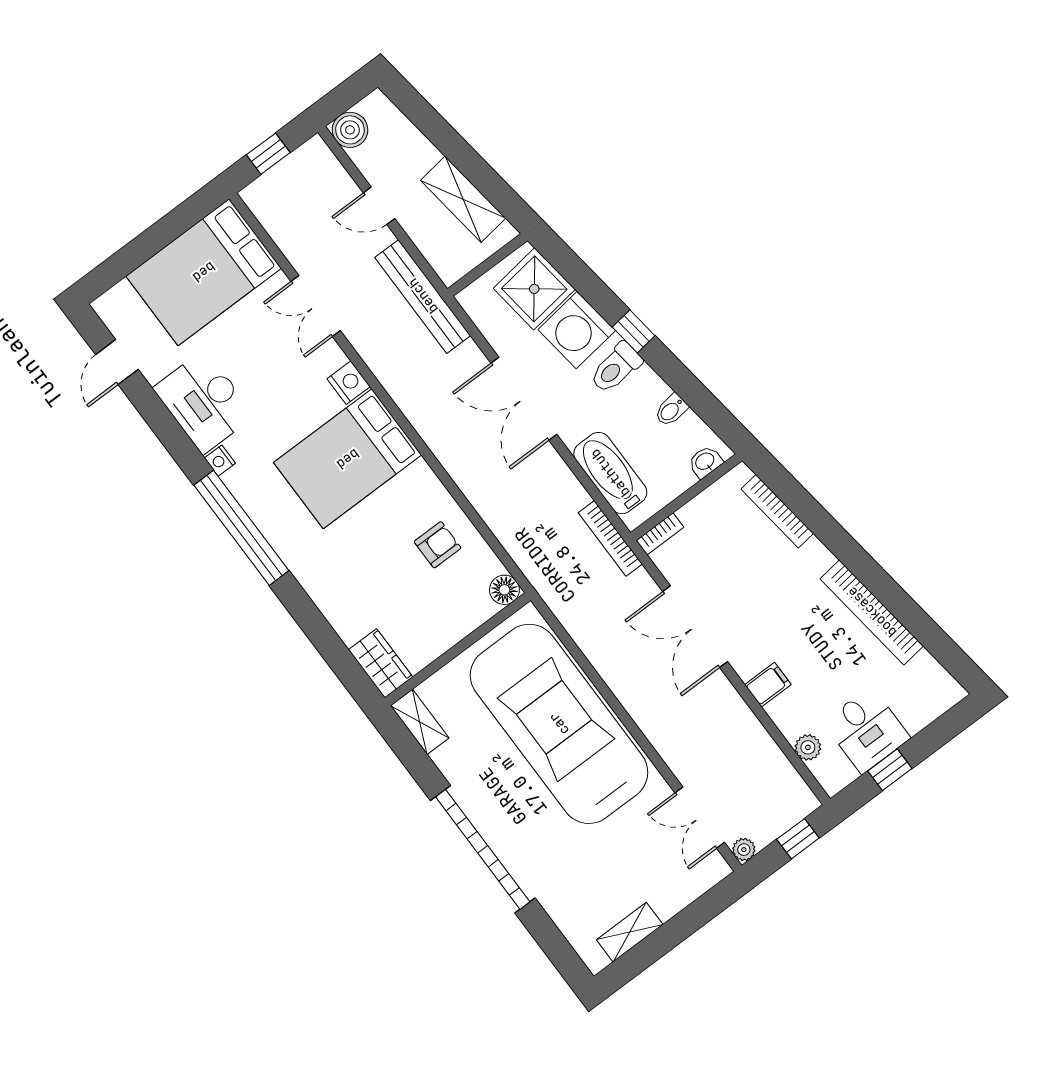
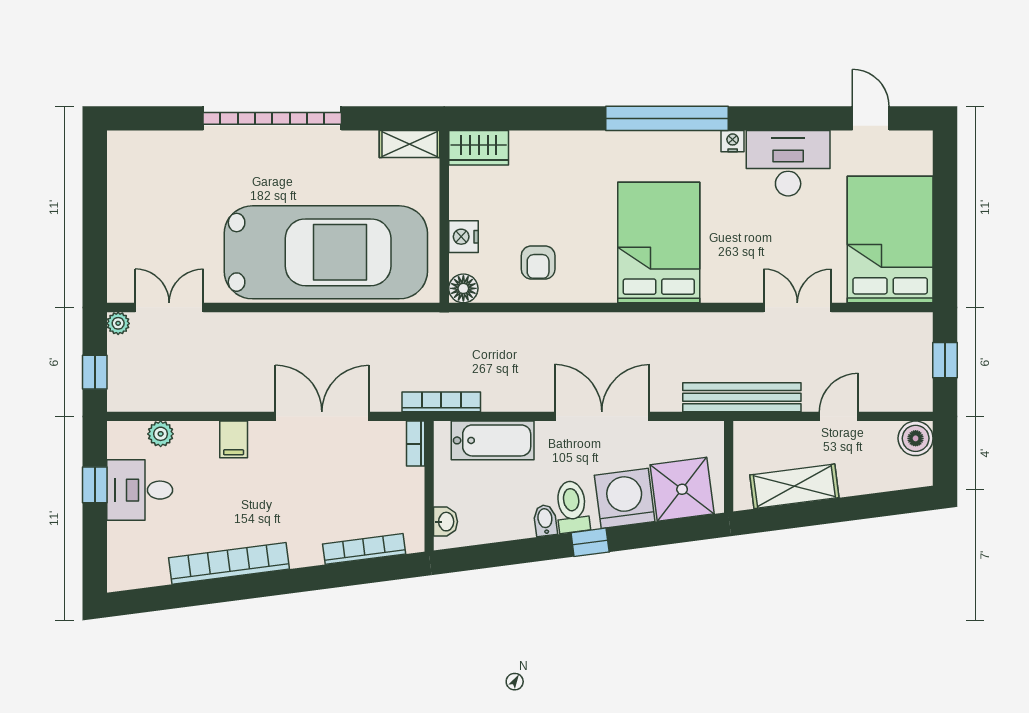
nightstand: (349, 383) -> (463, 237), moved, turned 90
bidet: (671, 410) -> (545, 520), moved
shelving: (630, 932) -> (121, 185), removed

